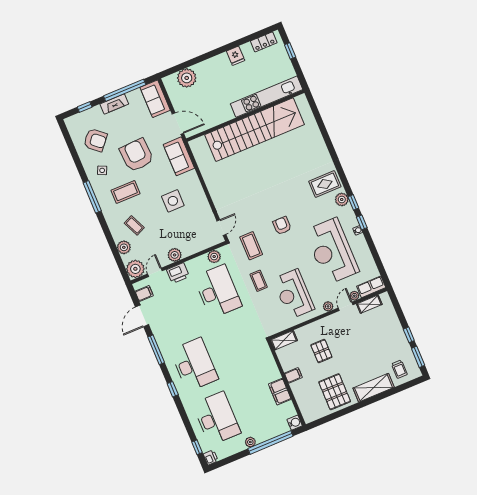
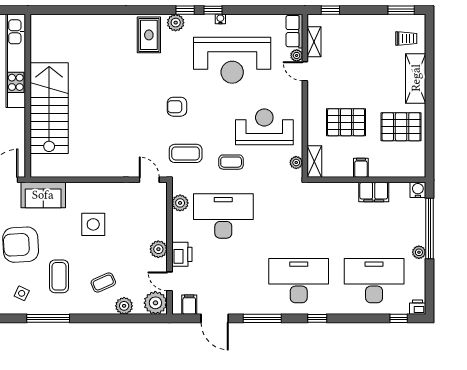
stairs: (255, 130) -> (49, 108), width x0.73
reception desk: (294, 294) -> (264, 127), turned 180
plant: (328, 306) -> (296, 163), moved
window: (409, 335) -> (330, 10), moved
pallet: (321, 351) -> (346, 122), width x1.50, depth x1.42

